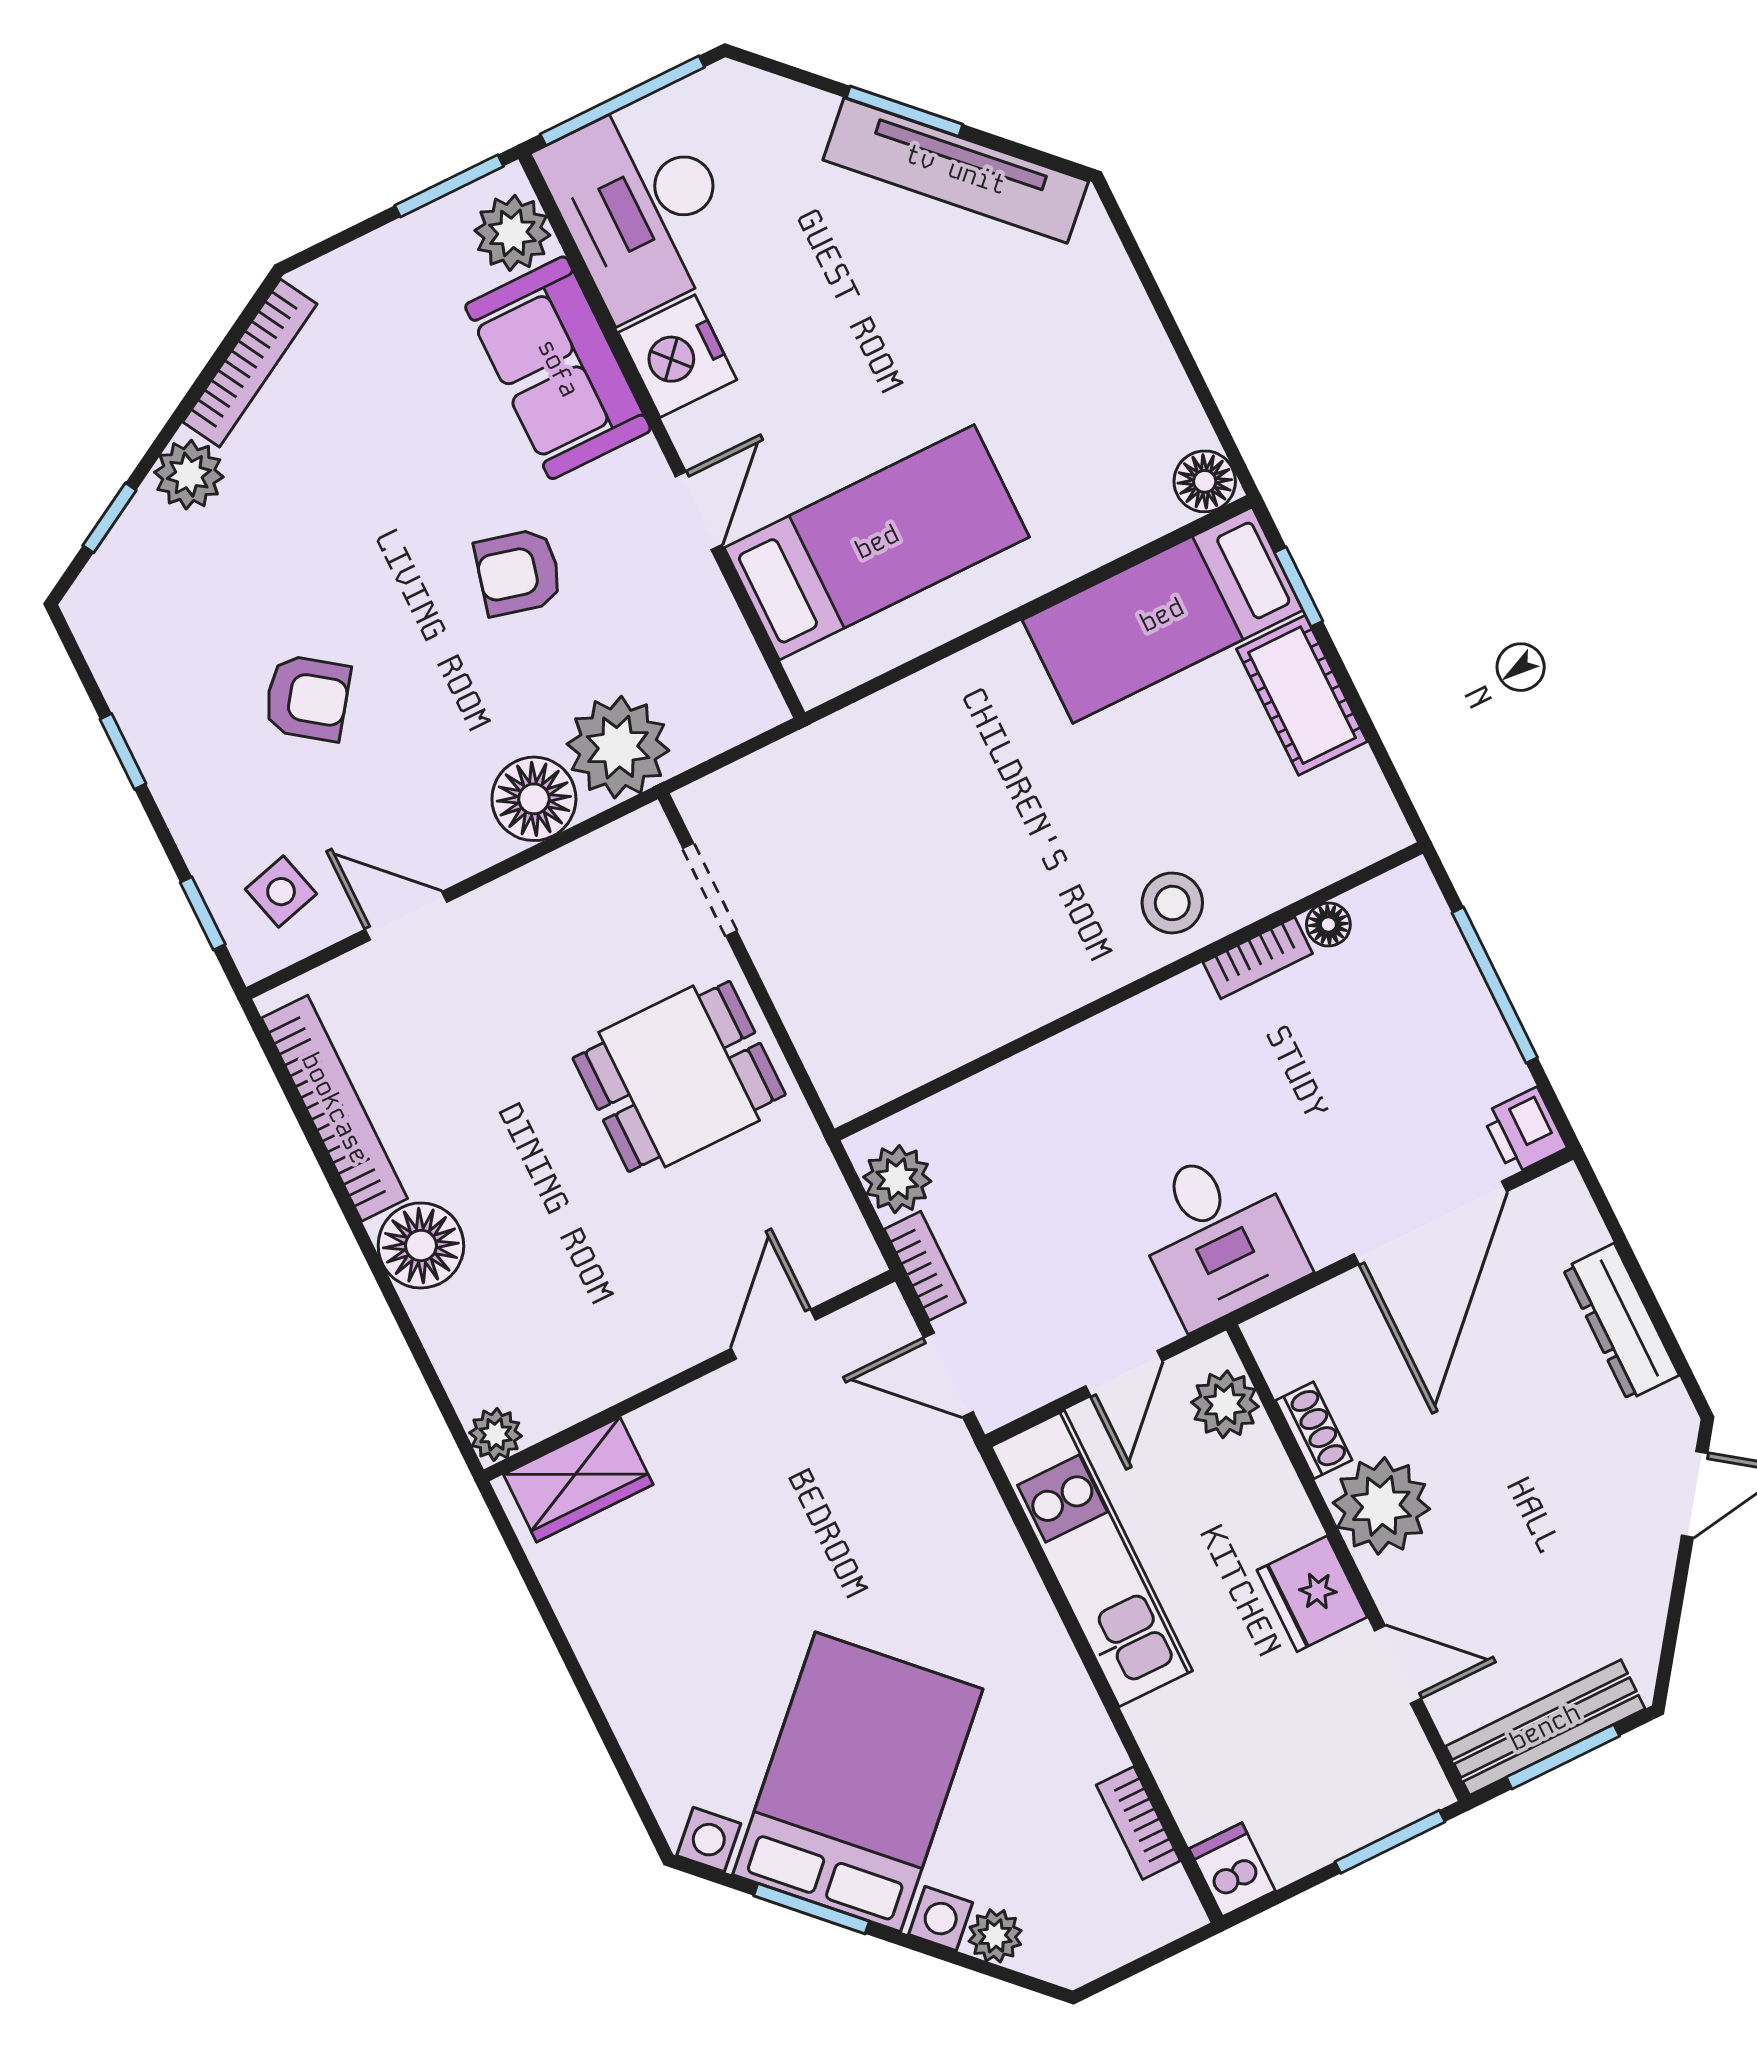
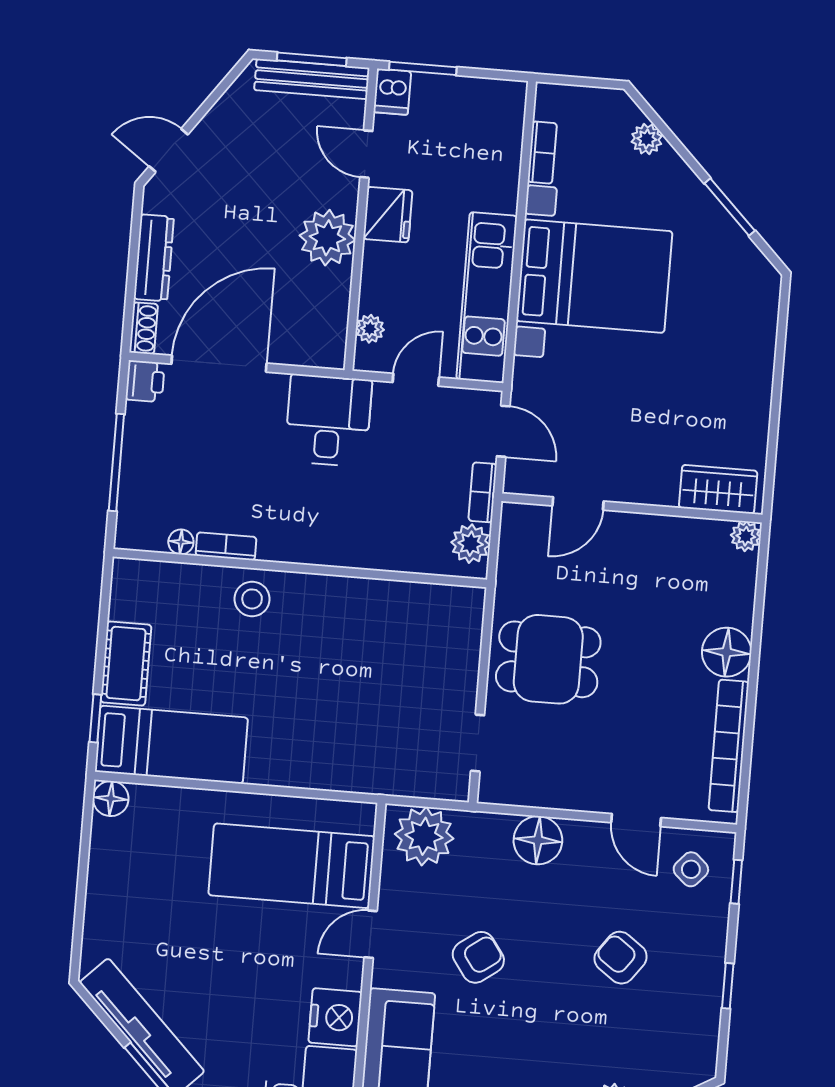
armchair: (518, 572) -> (478, 957), turned -50
plant: (618, 747) -> (424, 836), moved
side table: (281, 892) -> (691, 869), turned -33
plant: (1225, 1404) -> (370, 329), width x0.73, depth x0.73
shoe rack: (1314, 1430) -> (144, 328), moved, turned 180
bed with nightstands: (858, 1782) -> (594, 276), moved, turned -135
dishwasher: (1232, 1870) -> (392, 92), moved

